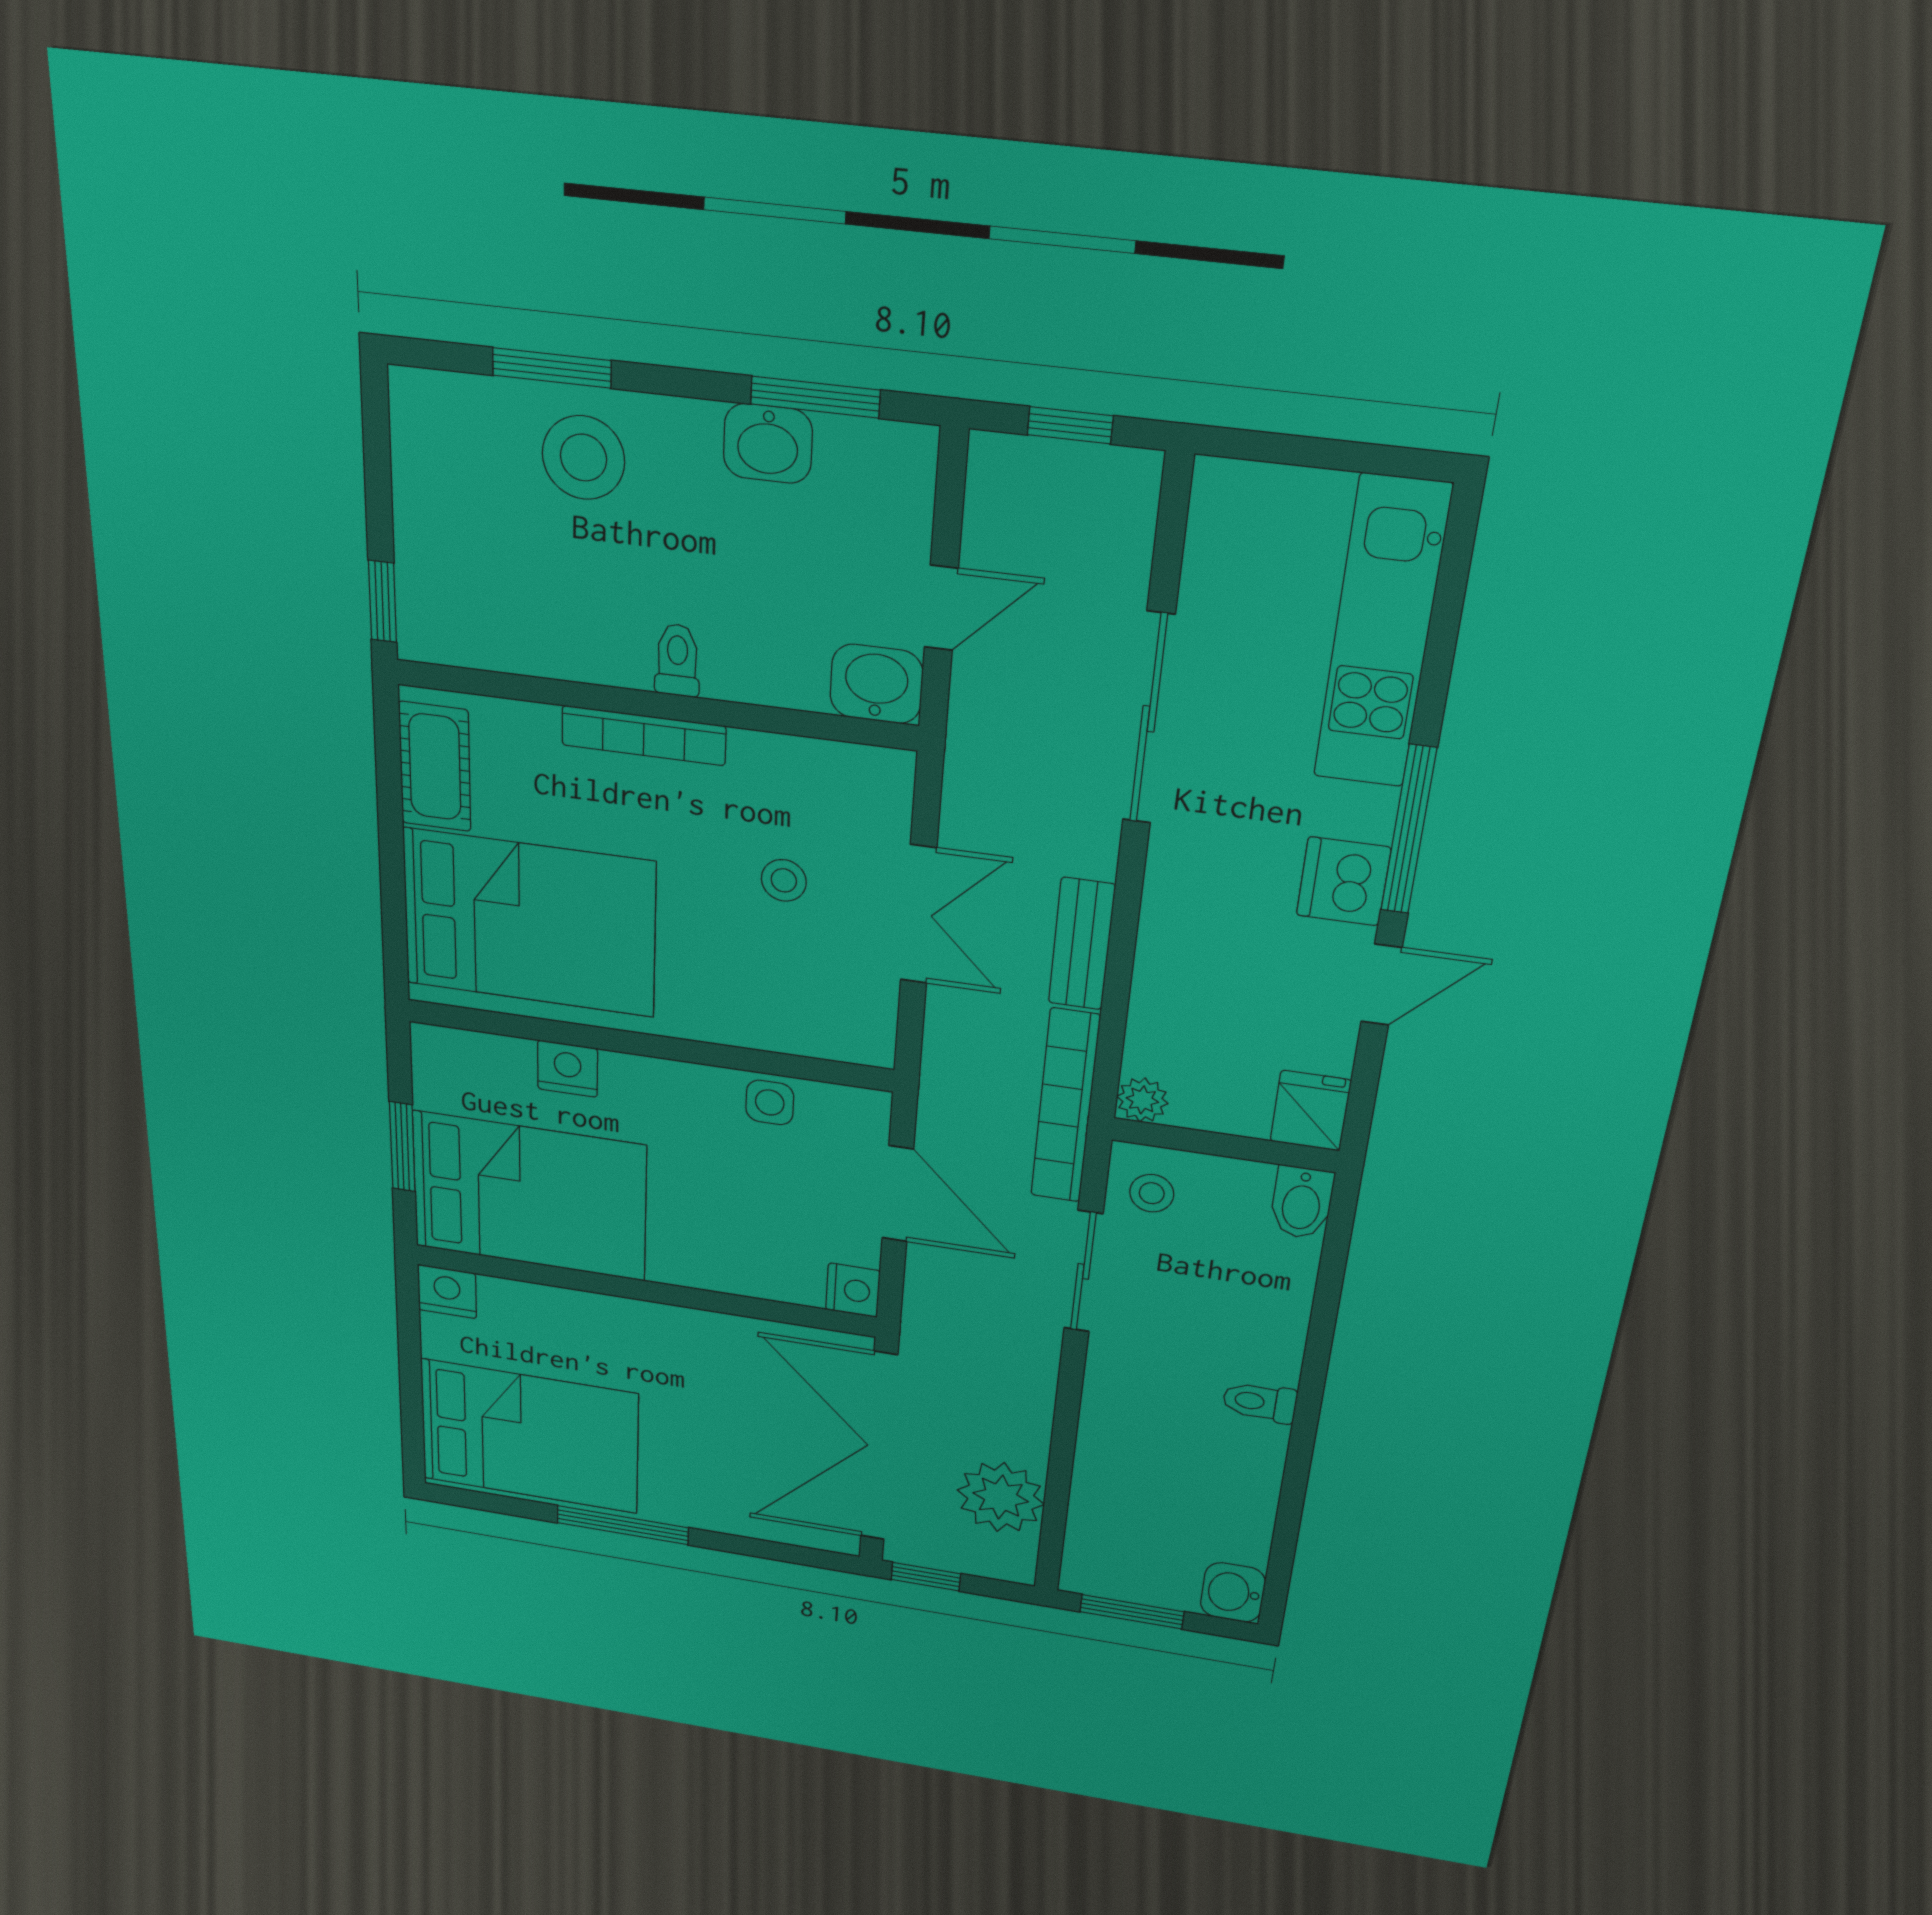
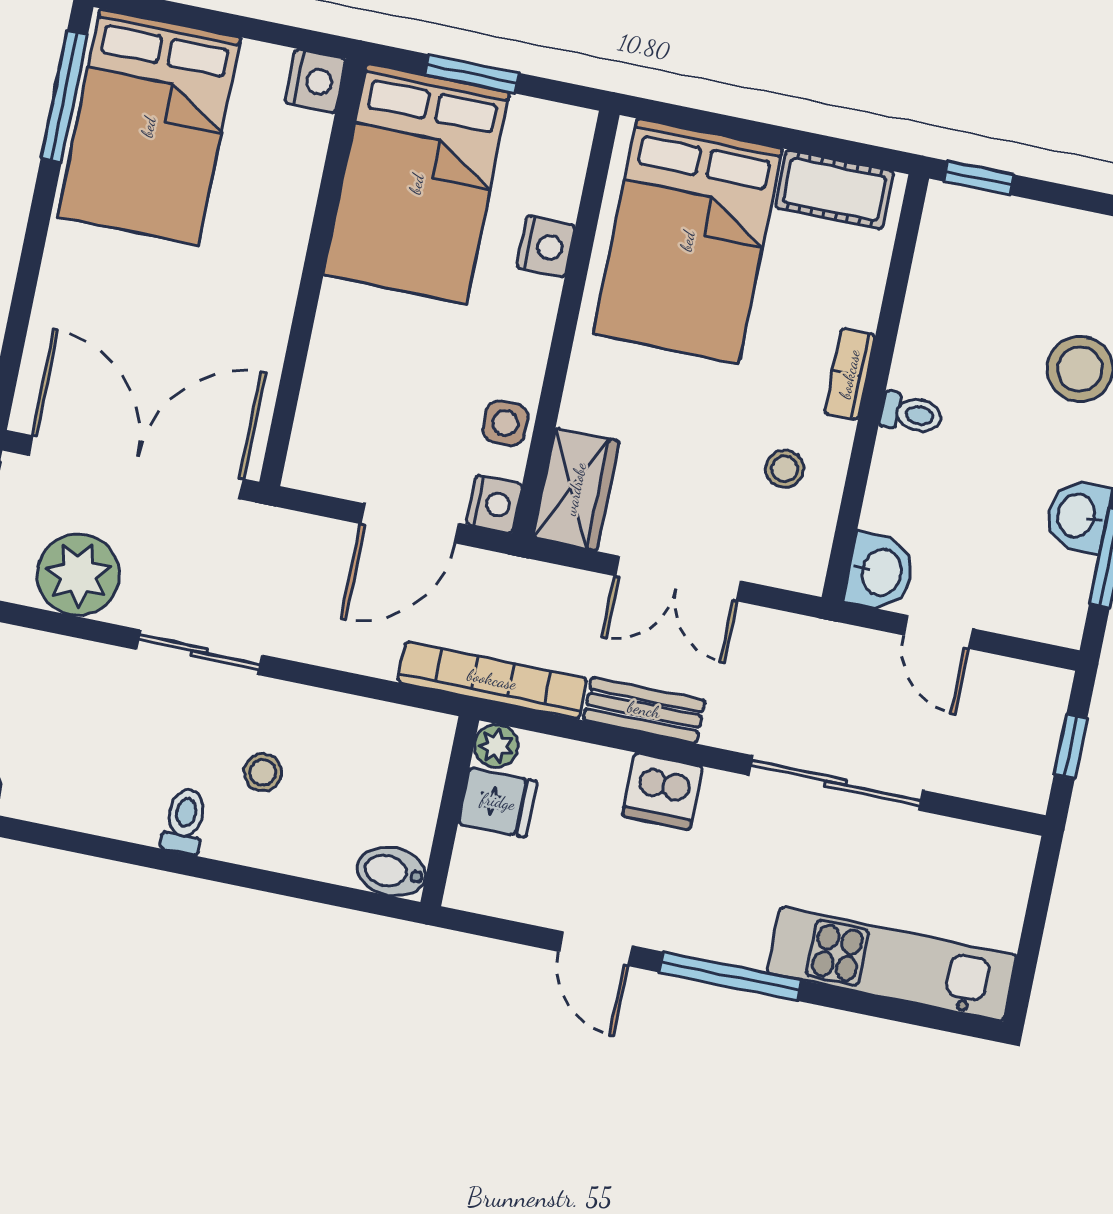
bookcase: (644, 736) -> (850, 374), width x0.64
stool: (784, 880) -> (785, 469), moved
dishwasher: (1344, 881) -> (662, 791), moved, turned 180
wardrobe: (832, 1028) -> (576, 489), added
fridge: (1310, 1111) -> (498, 802), moved
stool: (1152, 1193) -> (263, 772), moved
sliding door: (1083, 1271) -> (199, 652), moved
nightstand: (853, 1290) -> (494, 504), moved, turned -90
window: (623, 1525) -> (64, 96), moved

